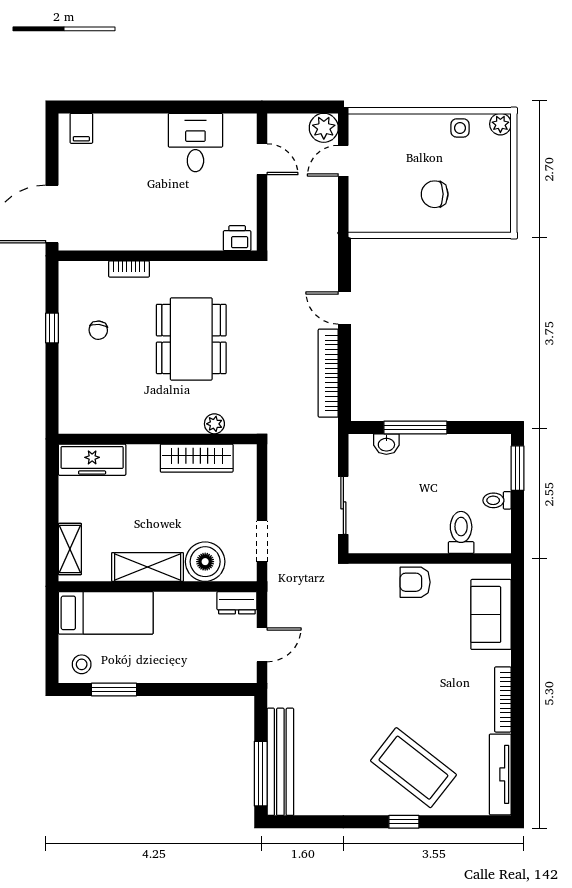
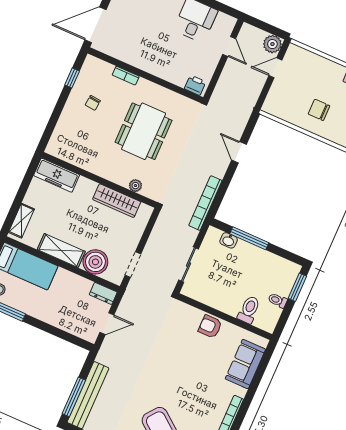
window: (52, 328) -> (72, 78), moved
bookcase: (328, 373) -> (205, 203), moved

